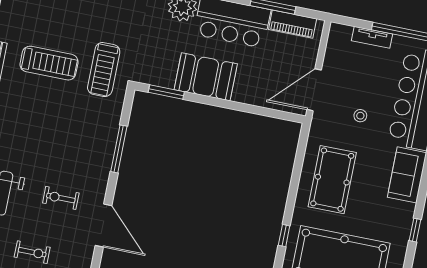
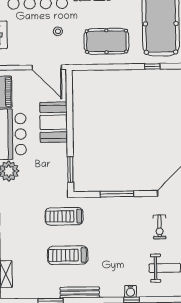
treadmill: (49, 63) -> (68, 255), turned -90
treadmill: (104, 70) -> (64, 216), turned 180
booth: (206, 77) -> (54, 122), moved

